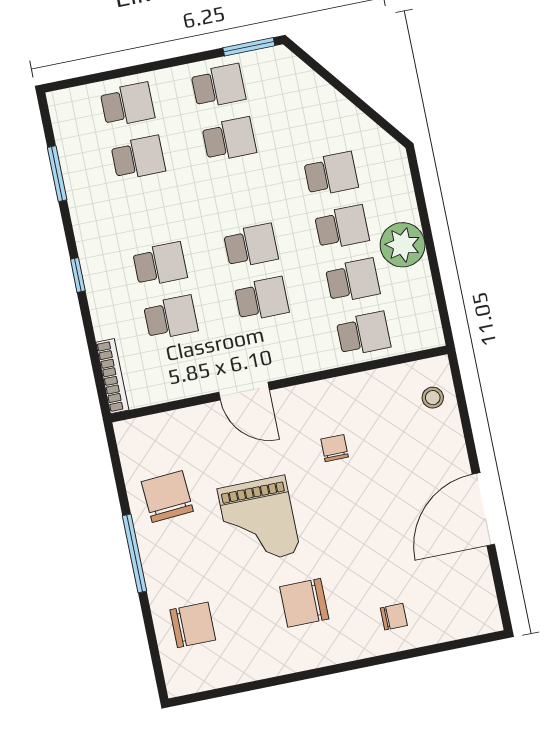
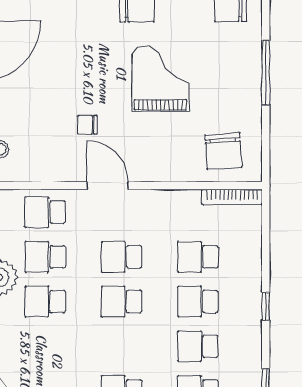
school desk: (331, 174) -> (198, 346), moved
bookcase: (112, 376) -> (232, 197), moved, turned -90
door: (244, 391) -> (107, 186), moved
chair: (335, 448) -> (87, 125), turned 90
chair: (167, 496) -> (223, 151), moved

